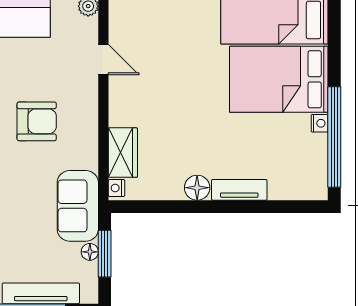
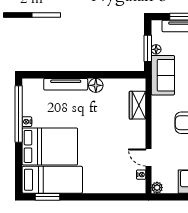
nightstand: (116, 188) -> (141, 175), moved
tv unit: (239, 190) -> (66, 84), width x1.41

